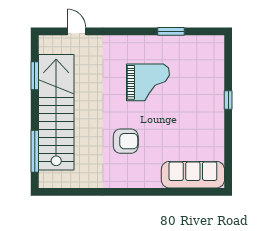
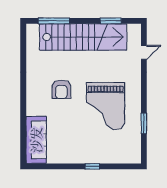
grand piano: (148, 82) -> (106, 106), width x1.37, depth x1.48

